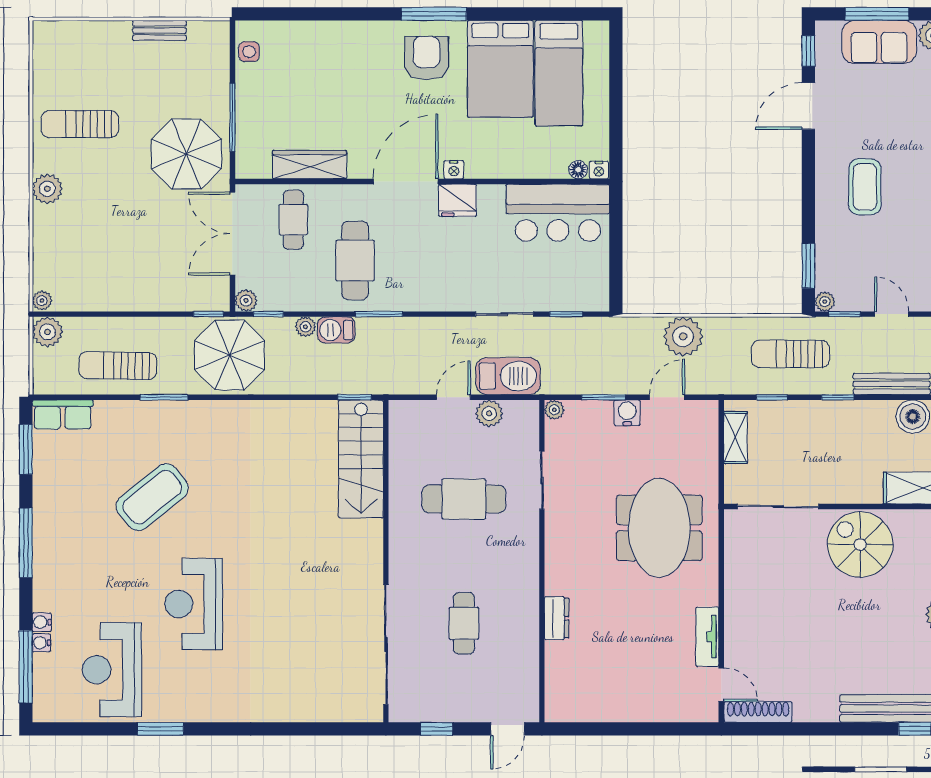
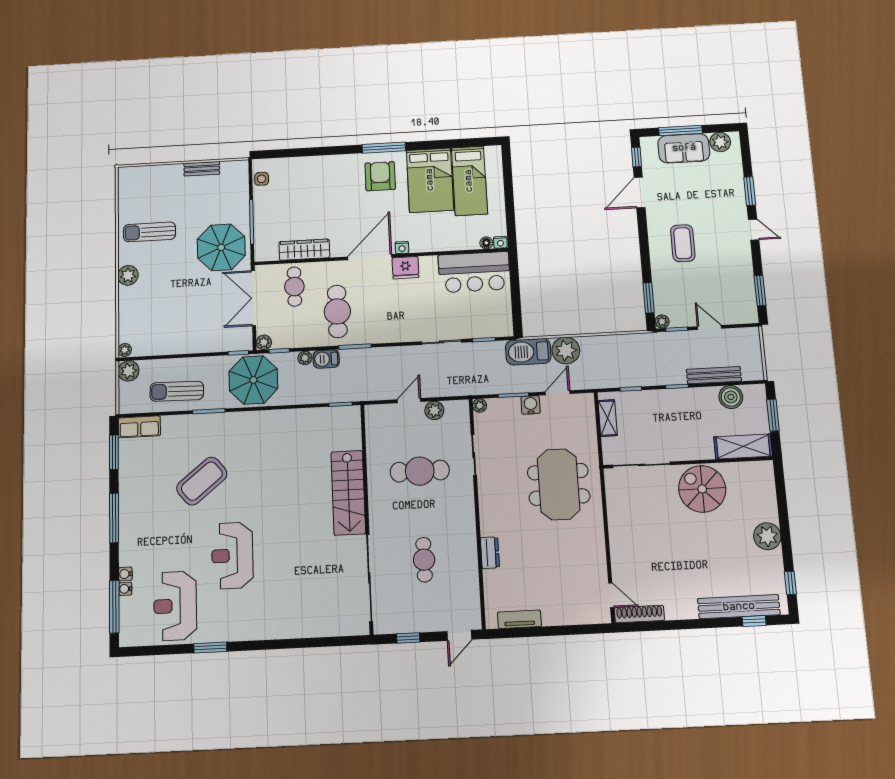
sun lounger: (790, 354) -> (641, 358), removed
barbecue: (508, 376) -> (528, 352), moved, turned 180
stairs: (361, 459) -> (348, 493), moved
tv unit: (707, 637) -> (519, 619), moved, turned 90

